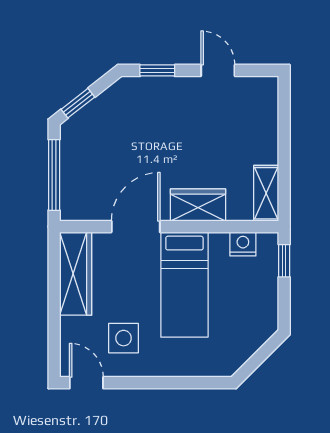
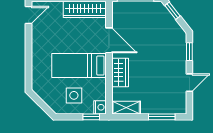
window: (284, 124) -> (162, 117), added
nightstand: (243, 244) -> (100, 107), moved
side table: (124, 338) -> (74, 95), moved

